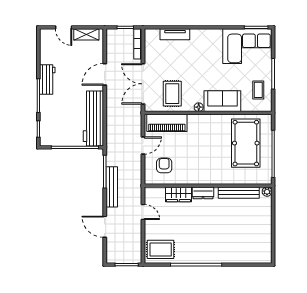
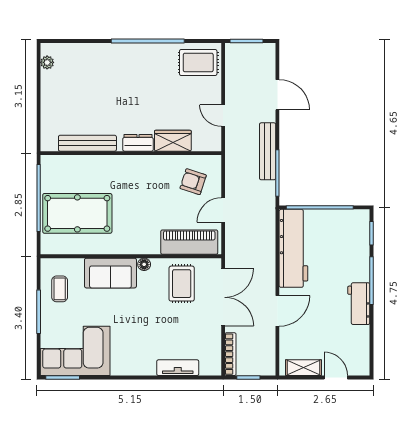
pool table: (246, 143) -> (77, 213), turned 90
armchair: (164, 165) -> (193, 182), turned 108
plant: (267, 192) -> (47, 62), moved

